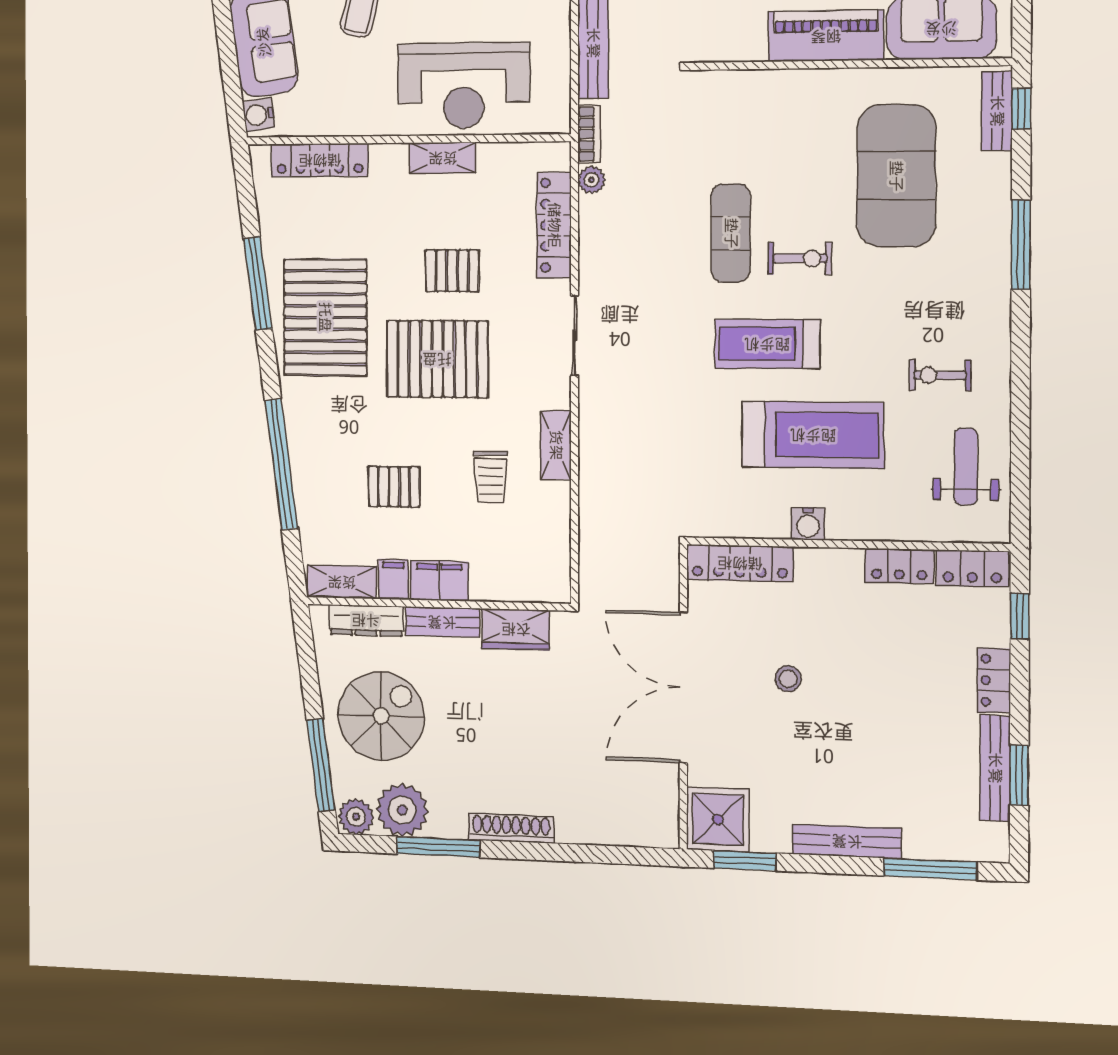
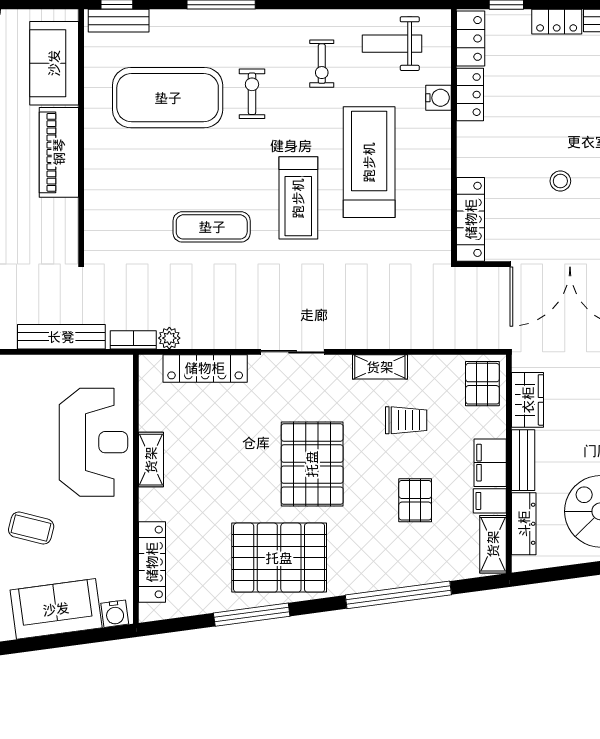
exercise bike: (800, 258) -> (252, 94), moved
pallet: (452, 271) -> (482, 384), moved
water cooler: (808, 524) -> (439, 98), moved

